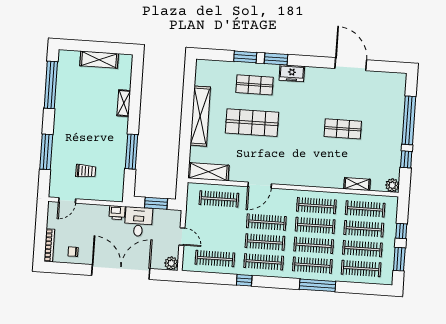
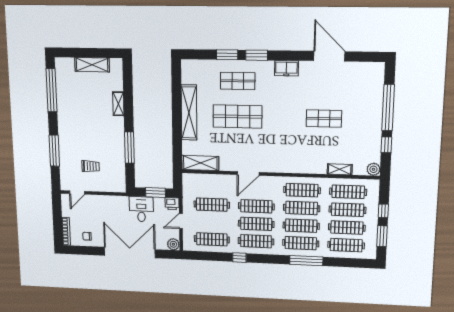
freezer: (292, 73) -> (286, 68), moved
clothes rail: (219, 199) -> (212, 205), moved
printer: (117, 213) -> (172, 204), moved
door: (182, 237) -> (181, 221), swing flipped

